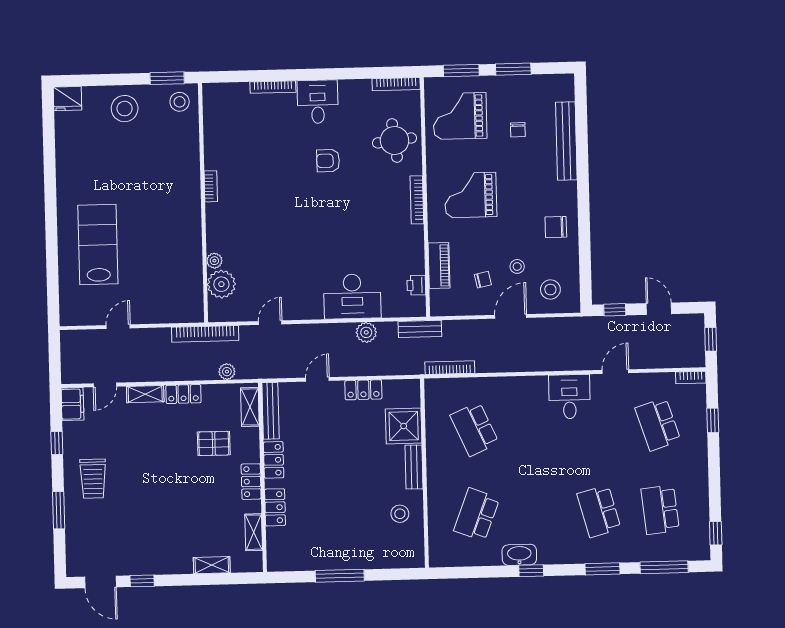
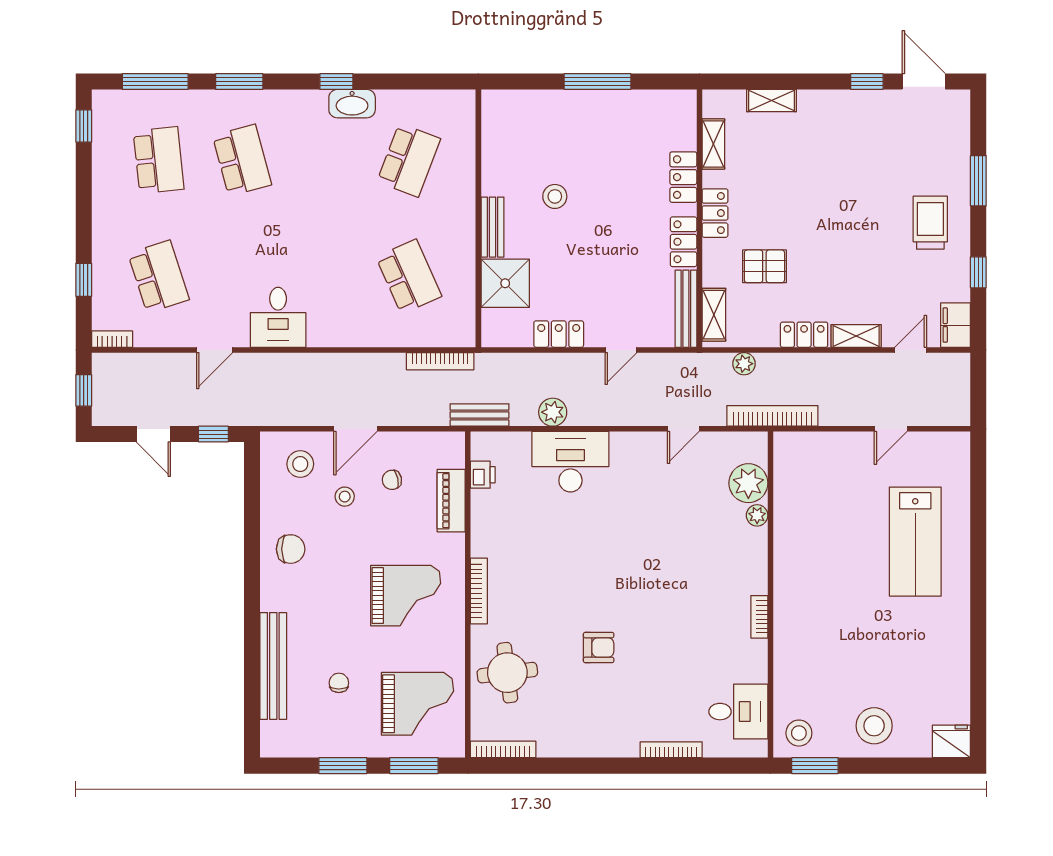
desk: (318, 102) -> (738, 712), moved, turned -90
stool: (400, 514) -> (555, 196), moved

